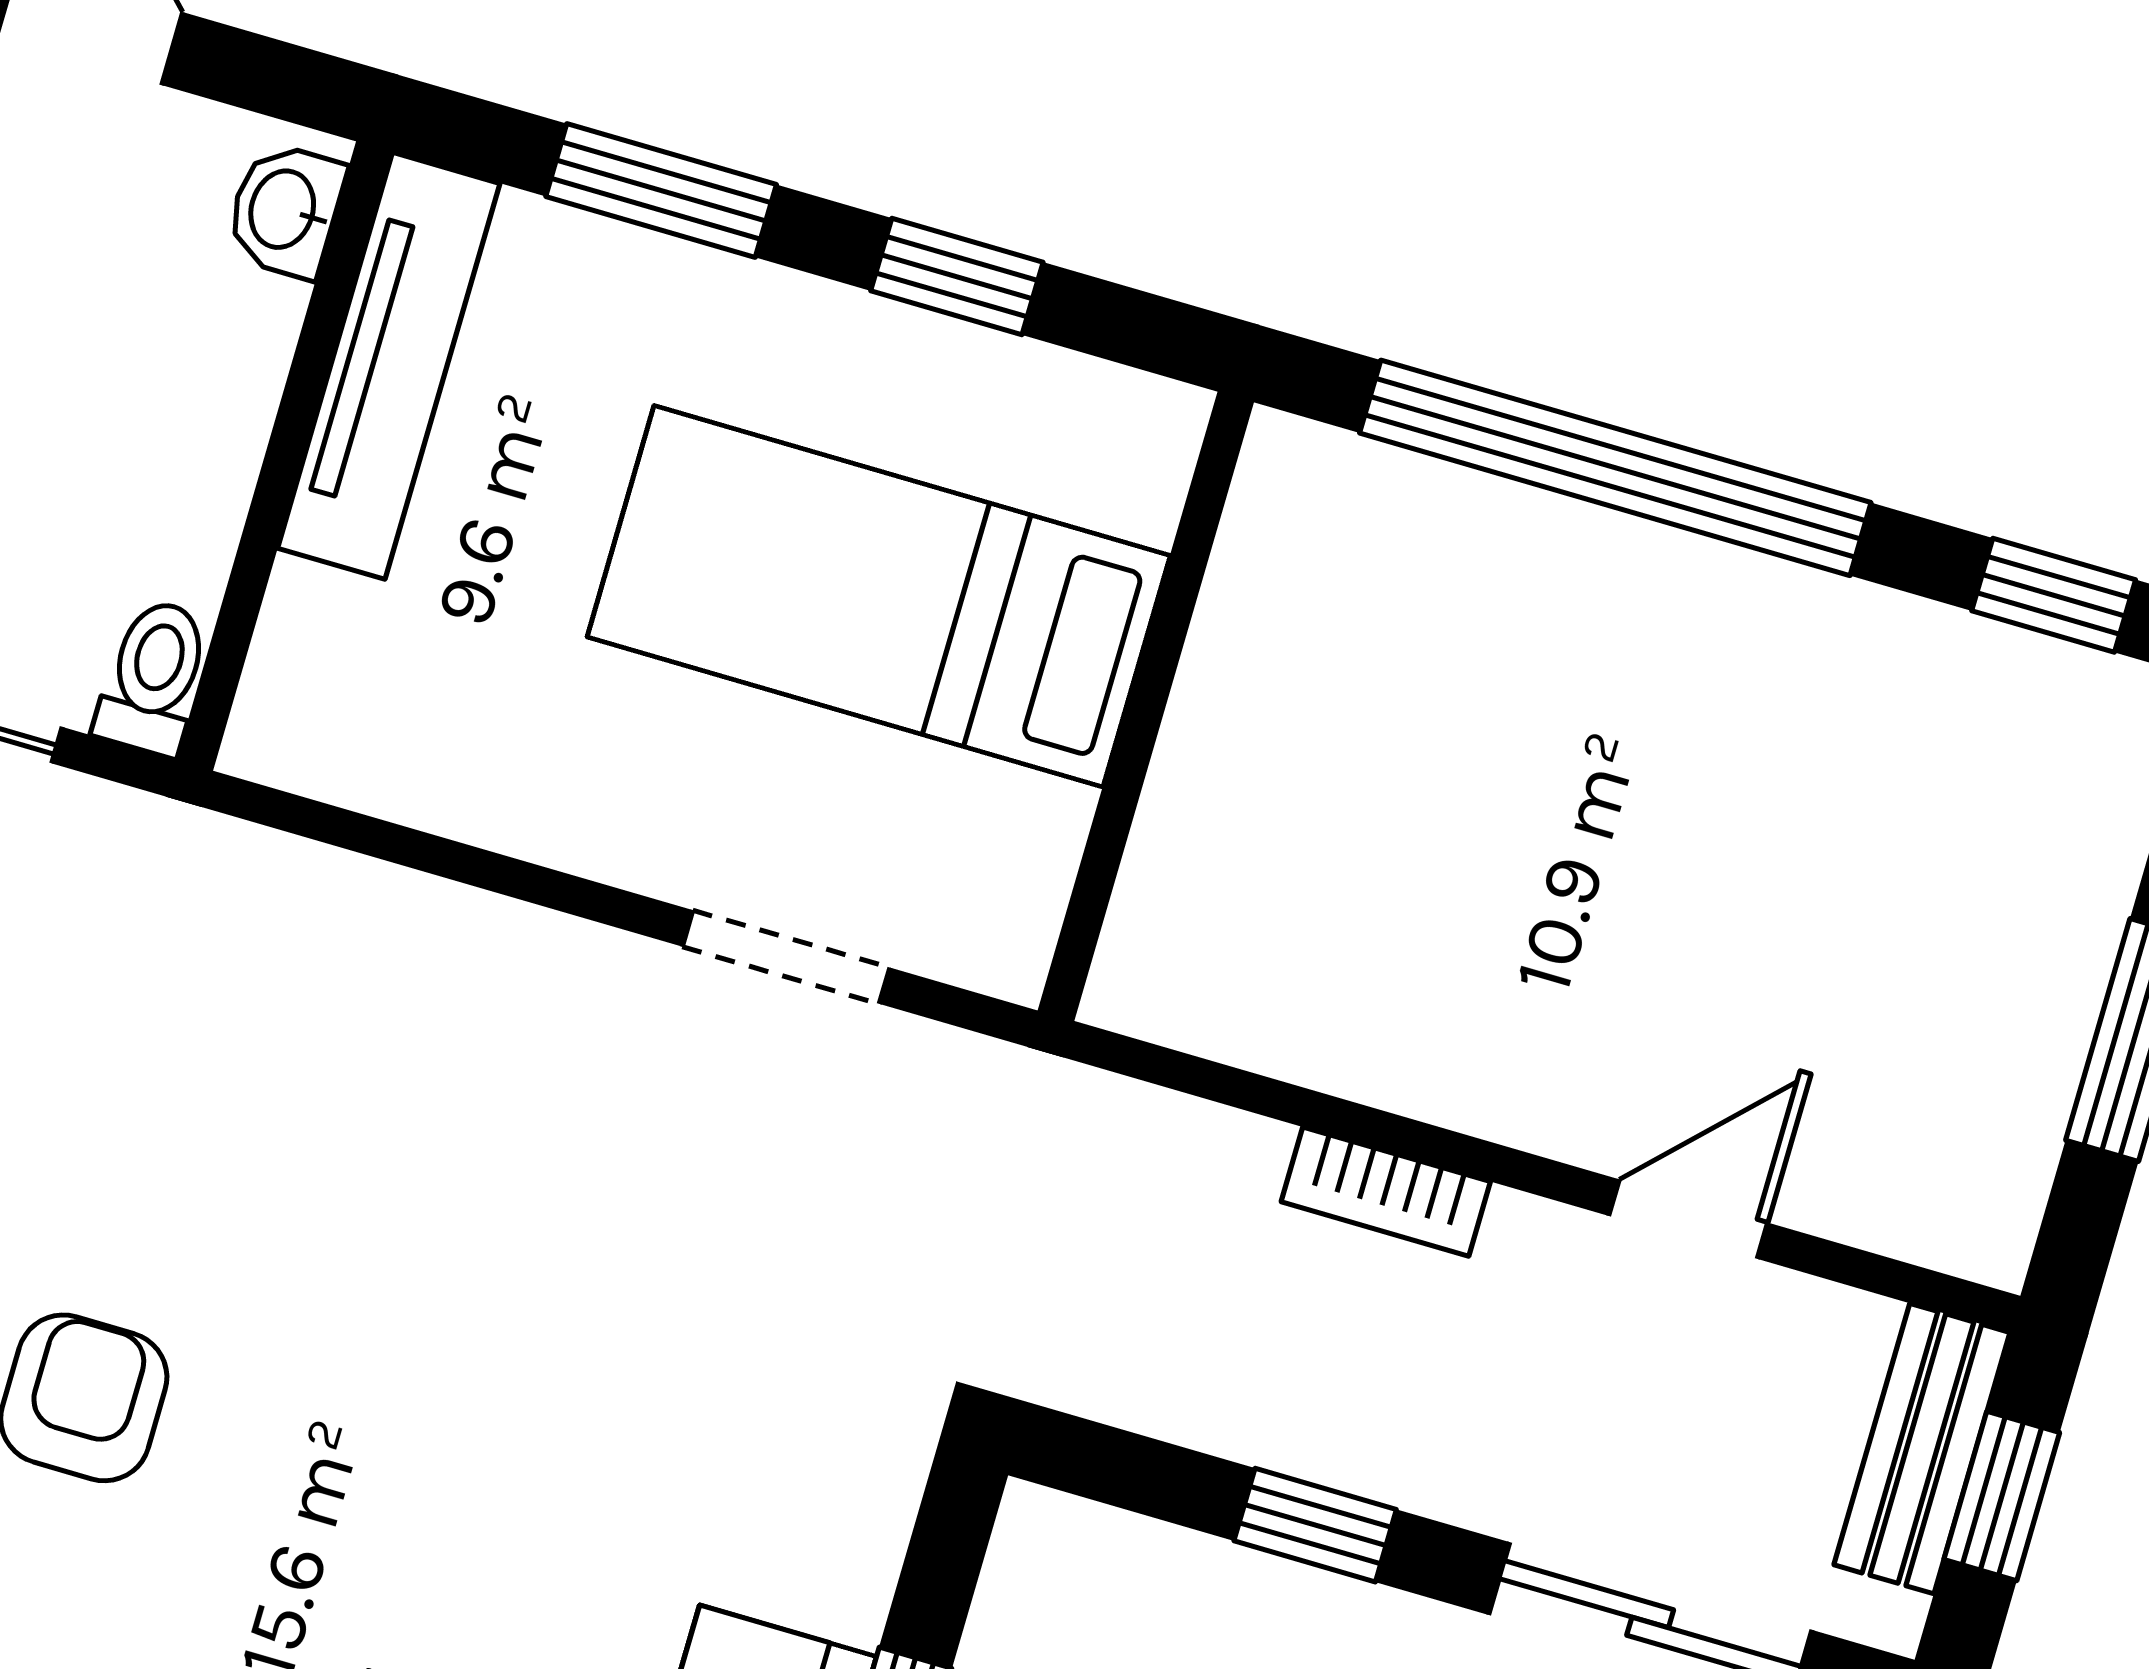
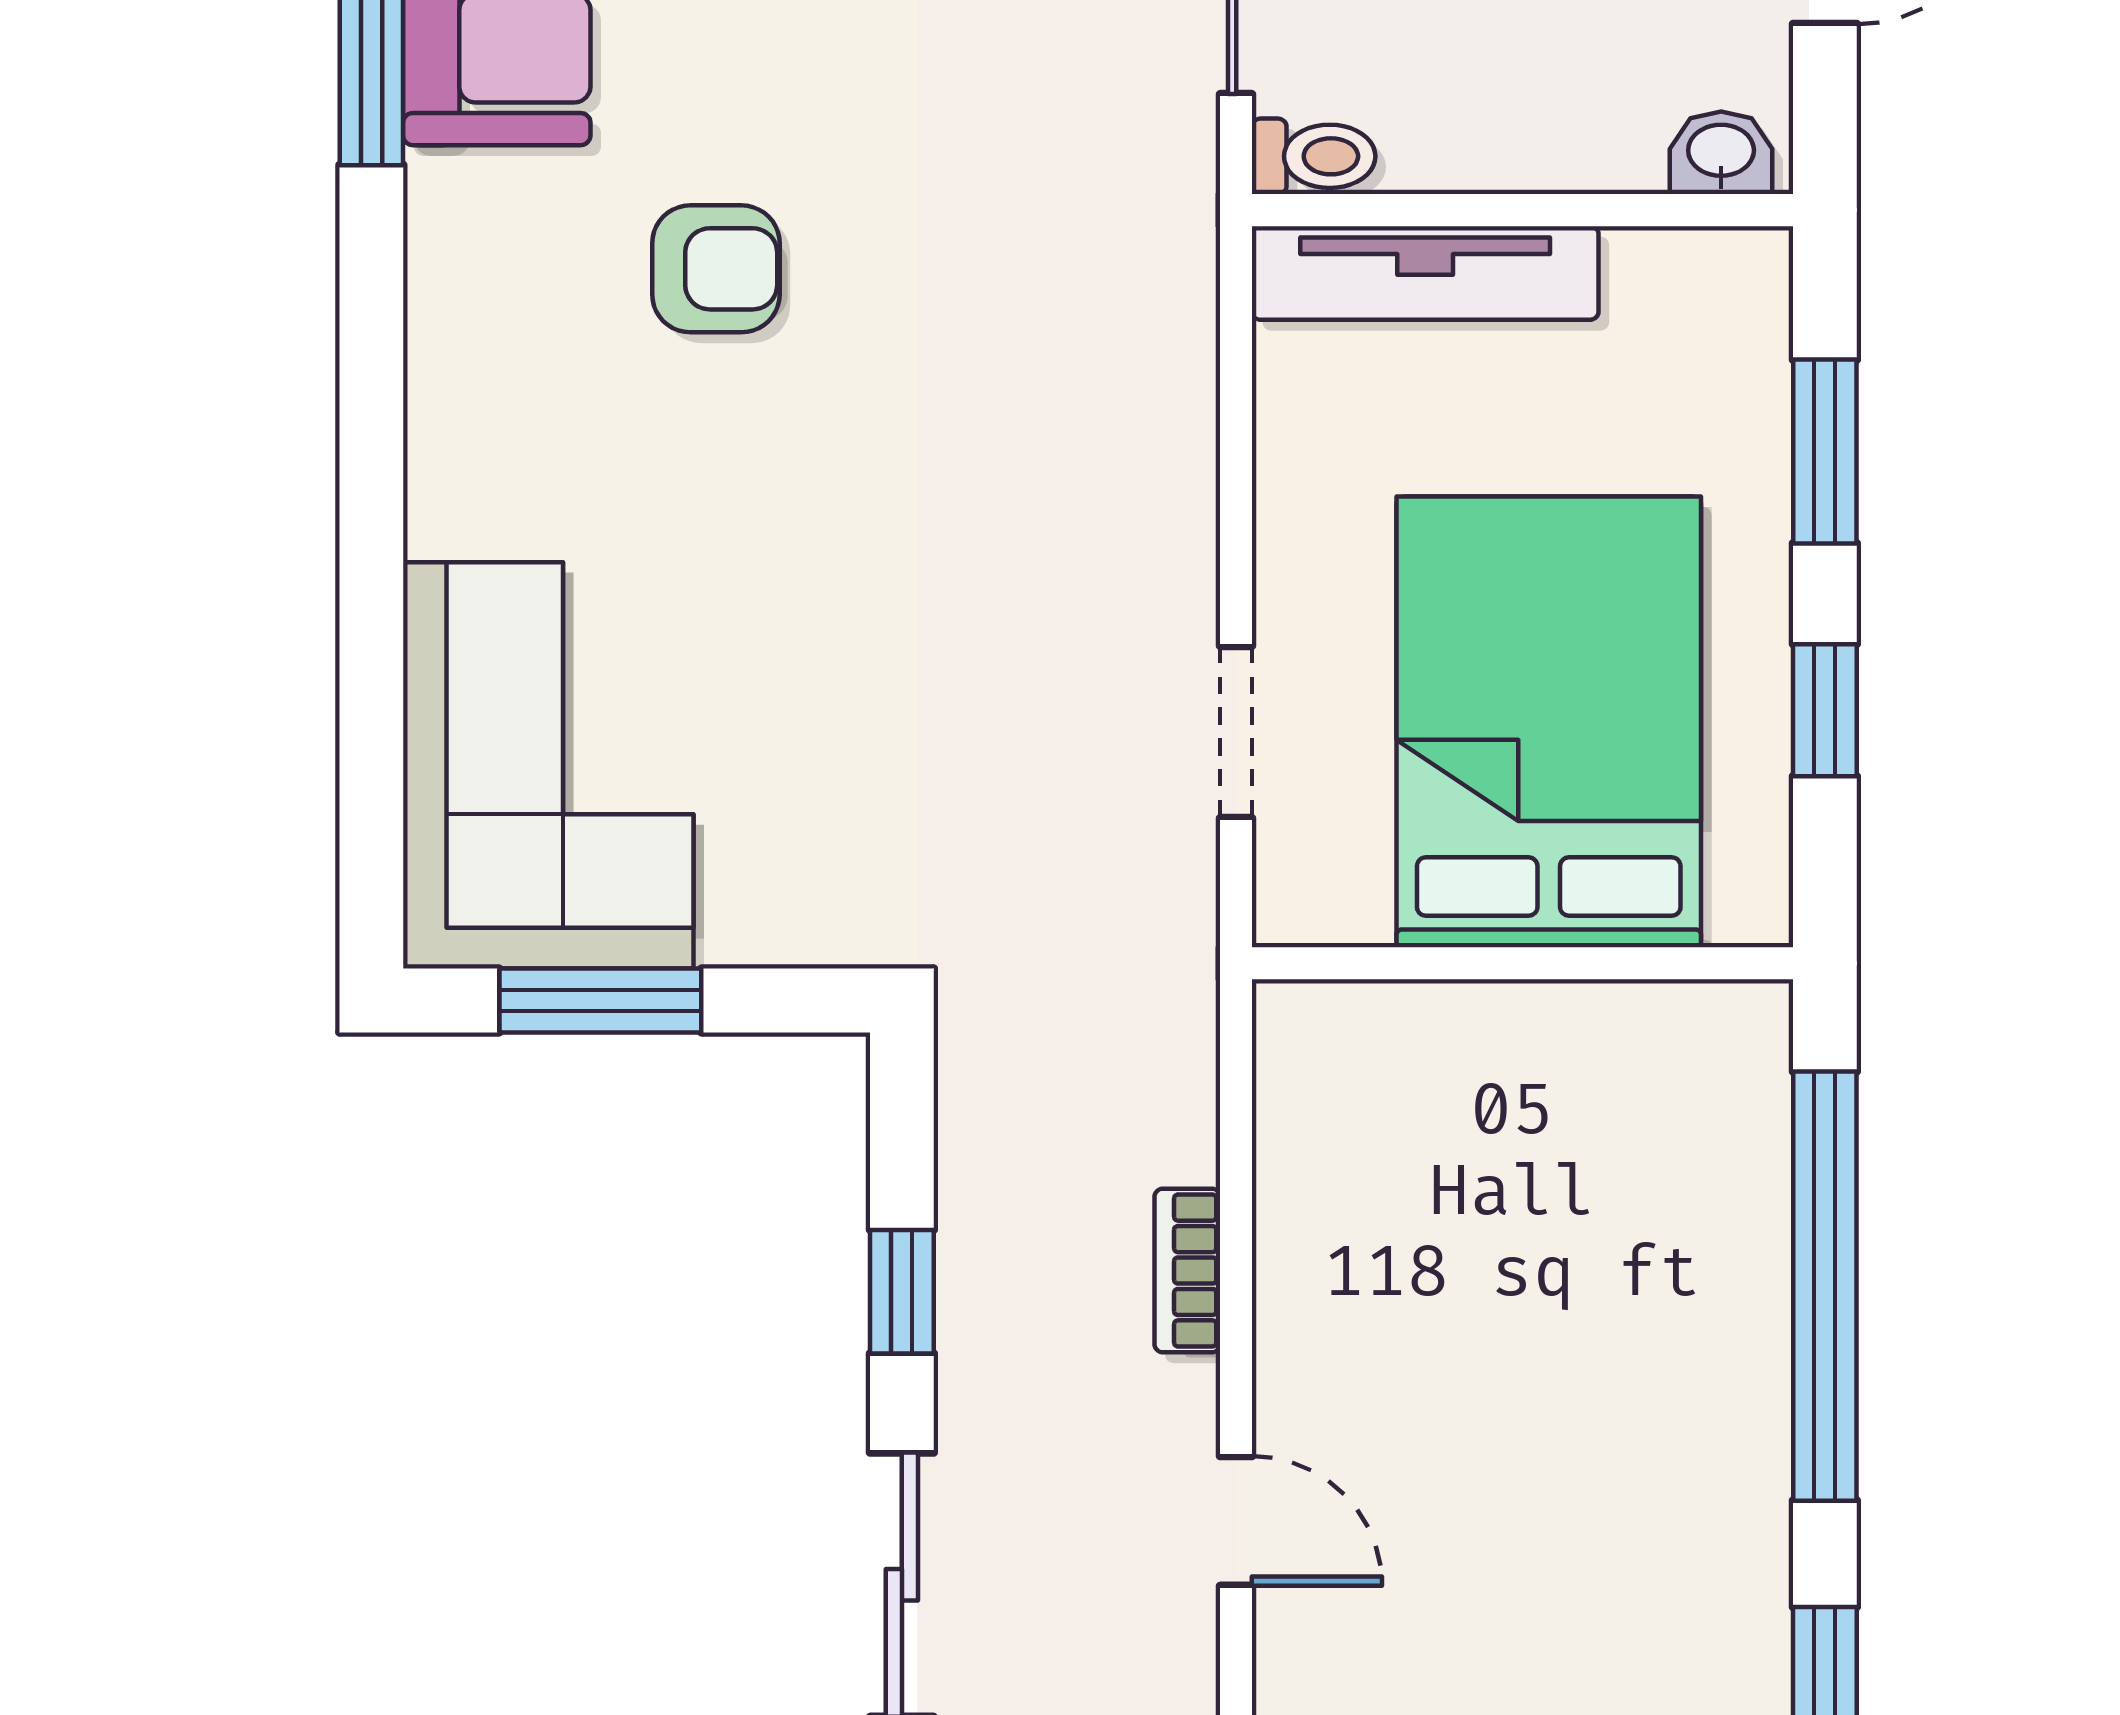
tv unit: (389, 366) -> (1425, 273), moved
bed: (879, 596) -> (1549, 722), width x1.50

